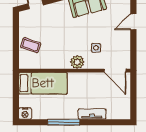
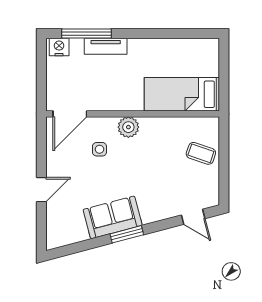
door: (115, 71) -> (70, 114), swing flipped
nightstand: (25, 114) -> (59, 47), moved
window: (64, 122) -> (87, 34), moved

